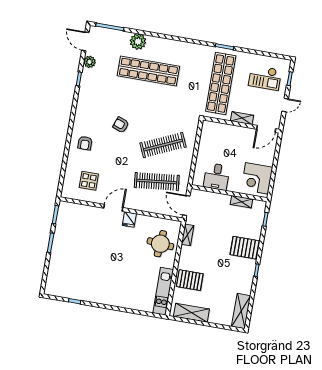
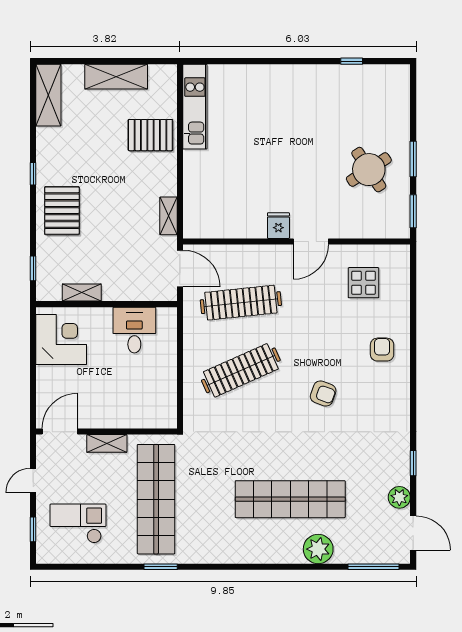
round table: (160, 244) -> (369, 170), moved, turned -38
pallet: (245, 248) -> (62, 211), turned 90
shelving: (191, 313) -> (116, 77), moved

